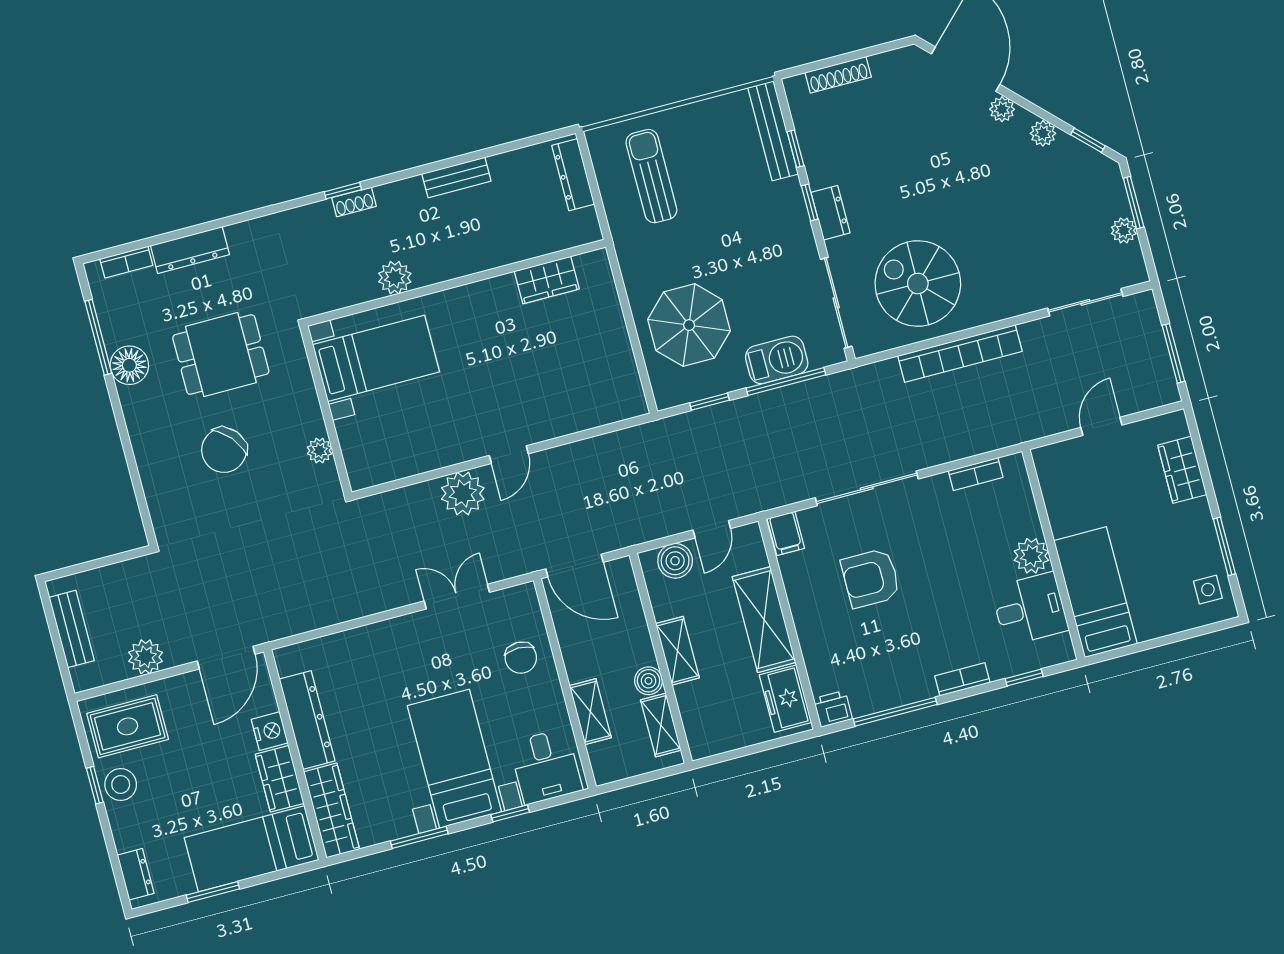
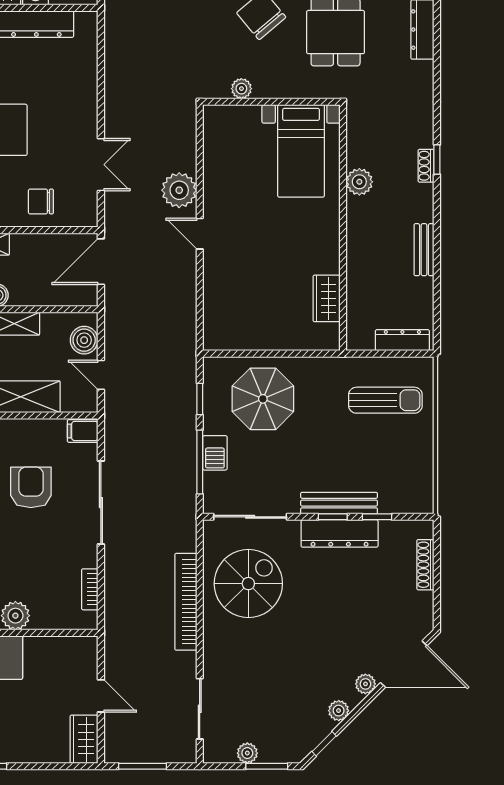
bench: (773, 131) -> (339, 503), moved
dresser: (831, 213) -> (340, 533), width x1.96, depth x1.24
barbecue: (777, 360) -> (215, 453), width x0.73, depth x0.79
wardrobe: (1182, 470) -> (84, 739), moved, turned -90

